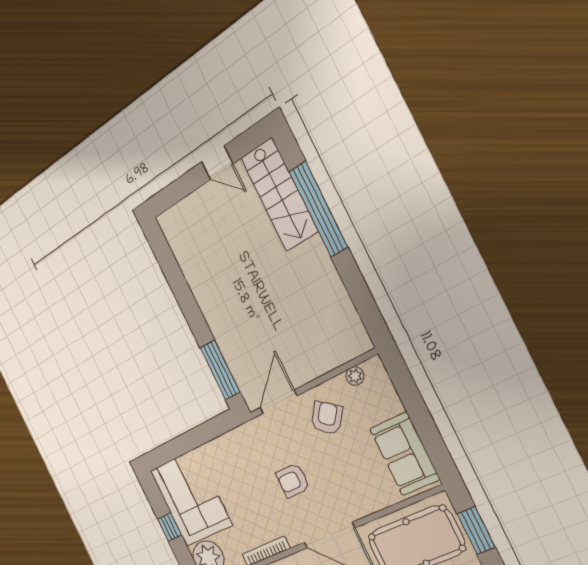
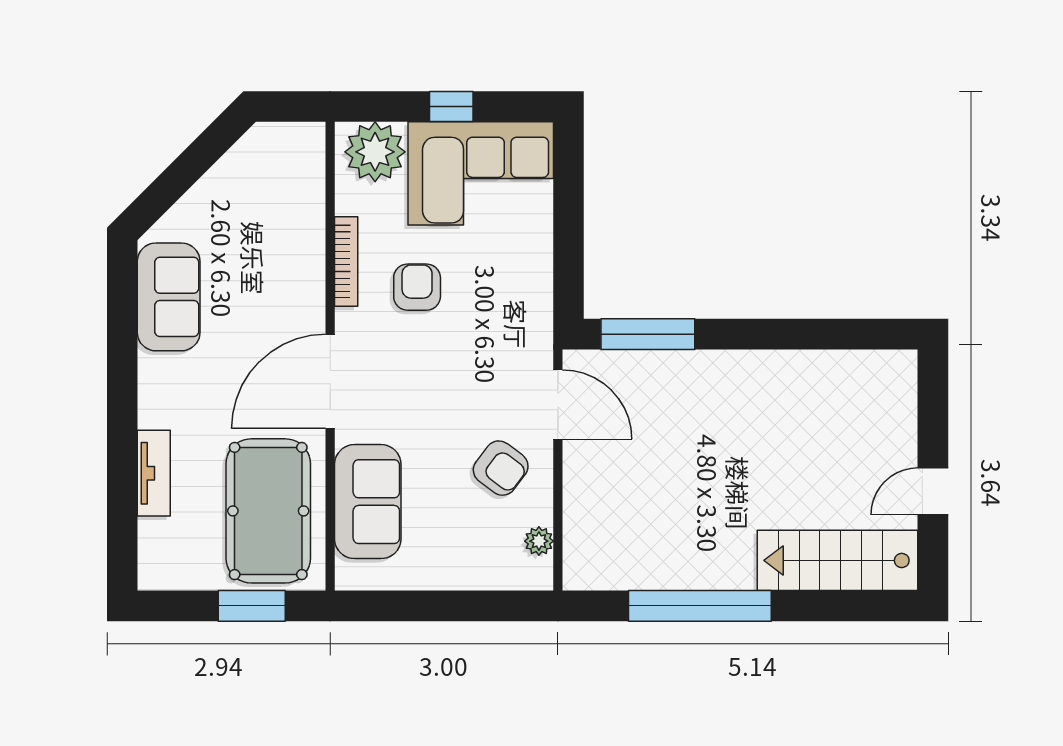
window: (318, 209) -> (700, 606), moved
sofa: (405, 454) -> (368, 502), moved, turned 90
armchair: (293, 480) -> (417, 287), moved

